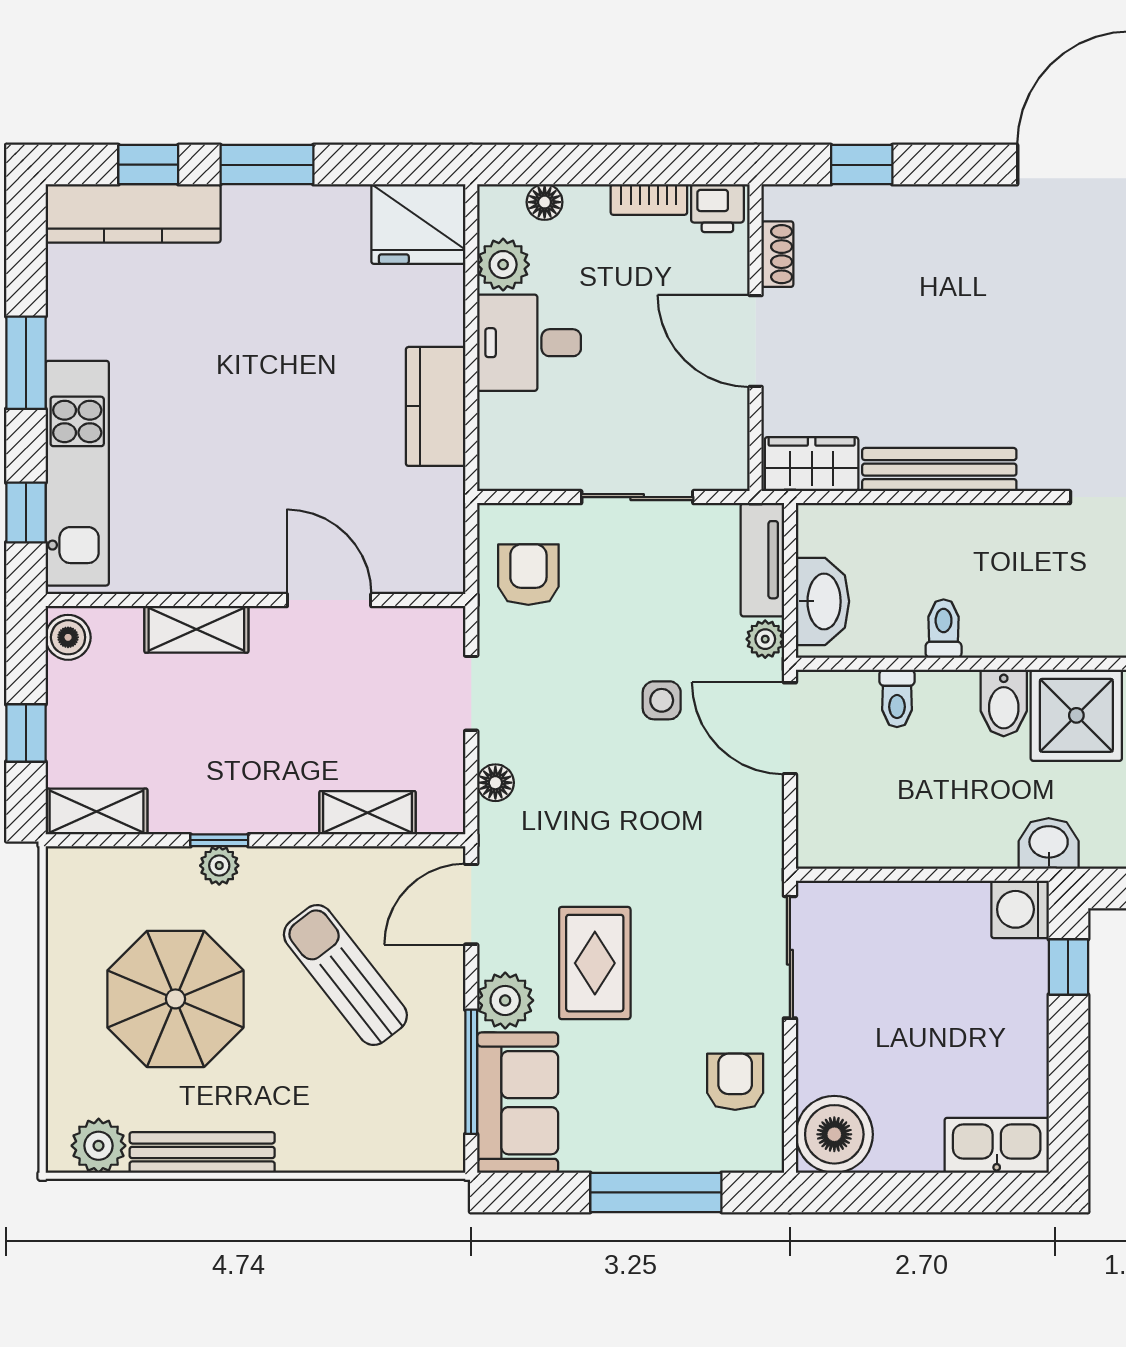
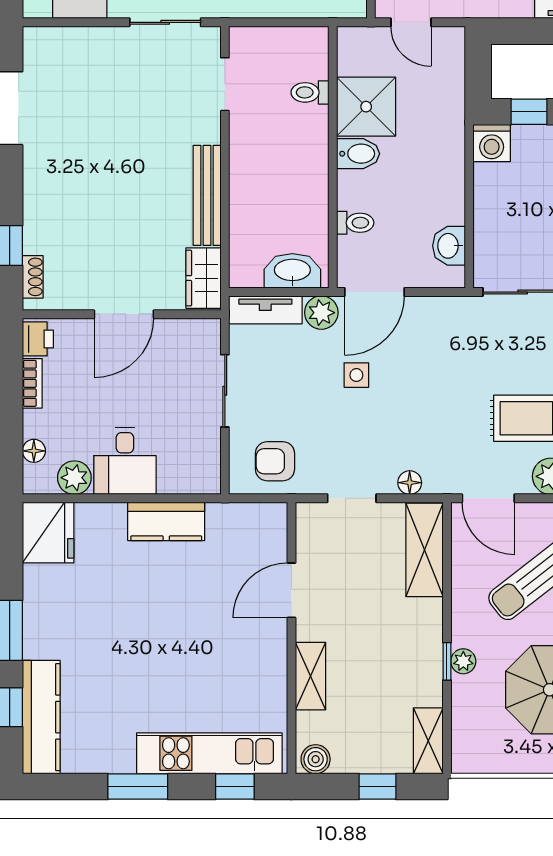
shoe rack: (777, 254) -> (33, 277), moved, turned 90
toilet: (944, 629) -> (310, 92), moved
plant: (765, 639) -> (321, 313), width x1.38, depth x1.38
shelving: (368, 813) -> (424, 550), width x1.50, depth x1.33
washbasin: (1049, 843) -> (449, 246), moved

